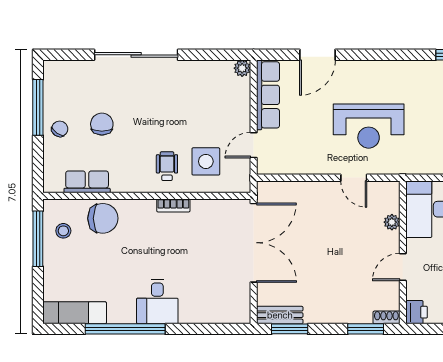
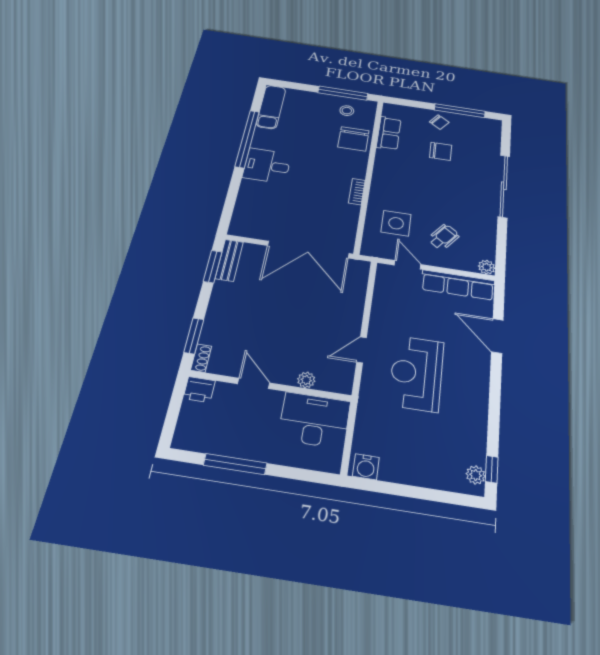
wheelchair: (167, 166) -> (444, 237), moved, turned -53

